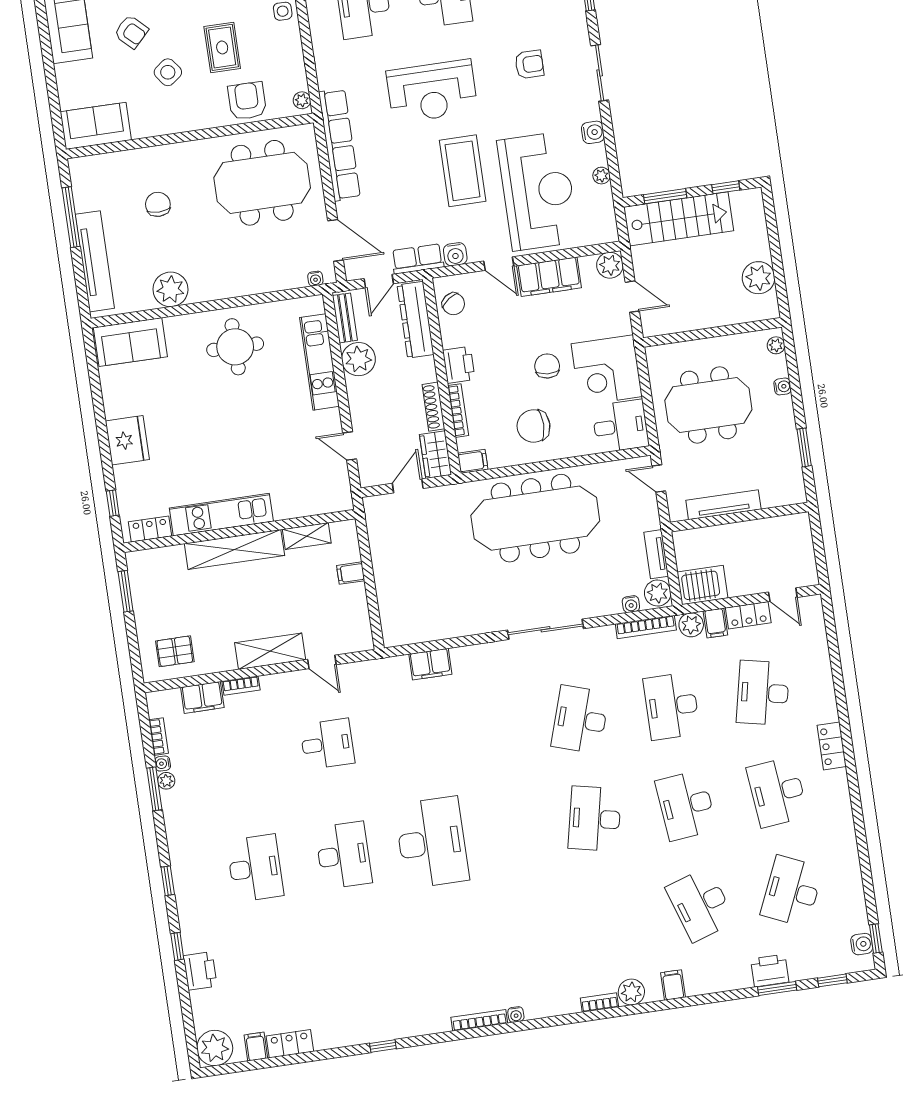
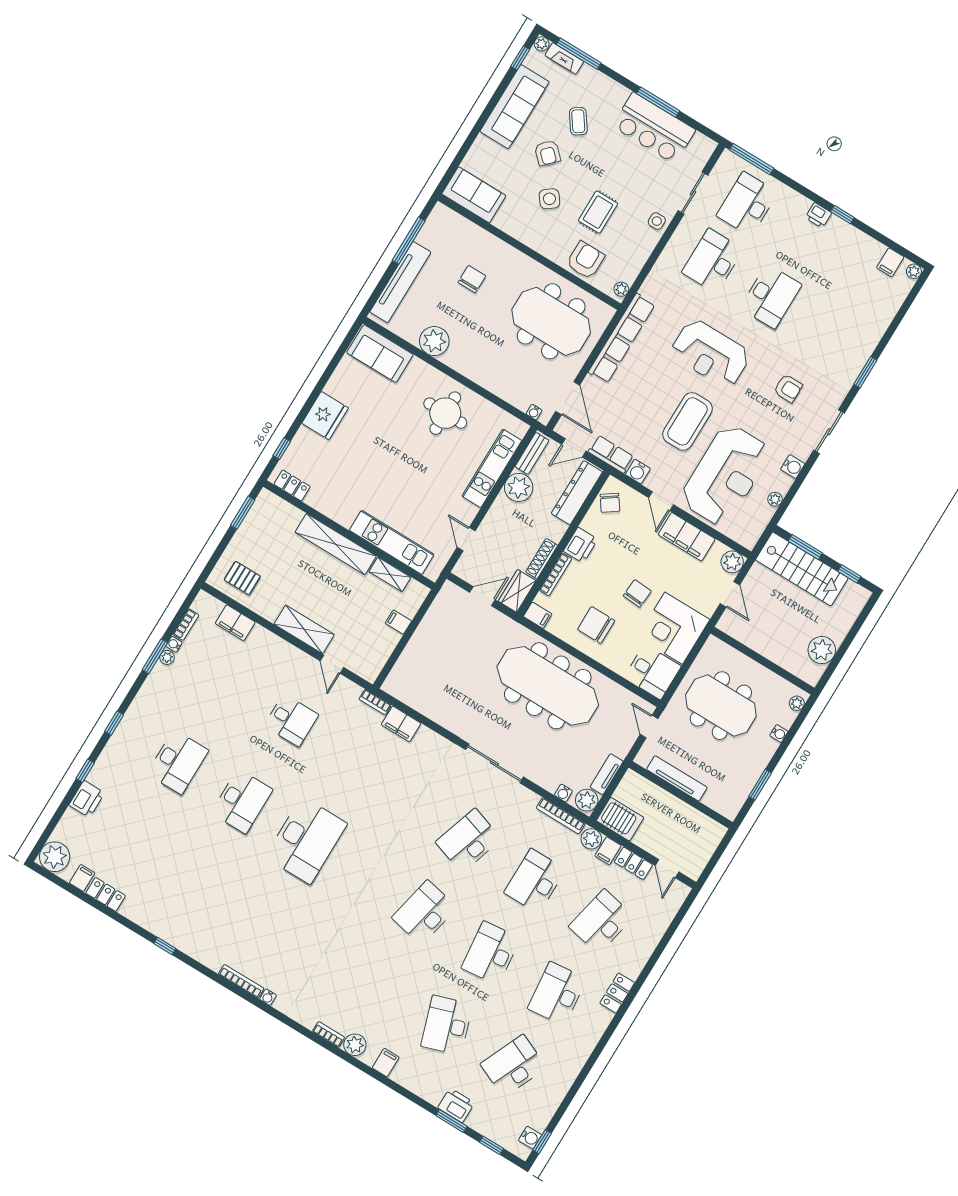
kitchen unit: (221, 515) -> (392, 542), moved
bookcase: (241, 686) -> (375, 702), moved

